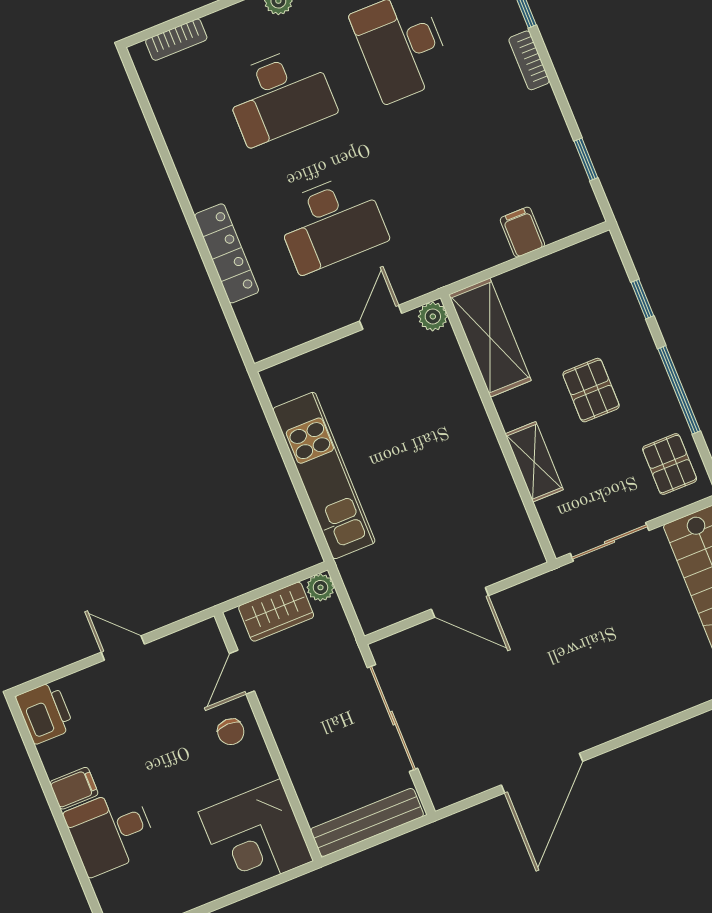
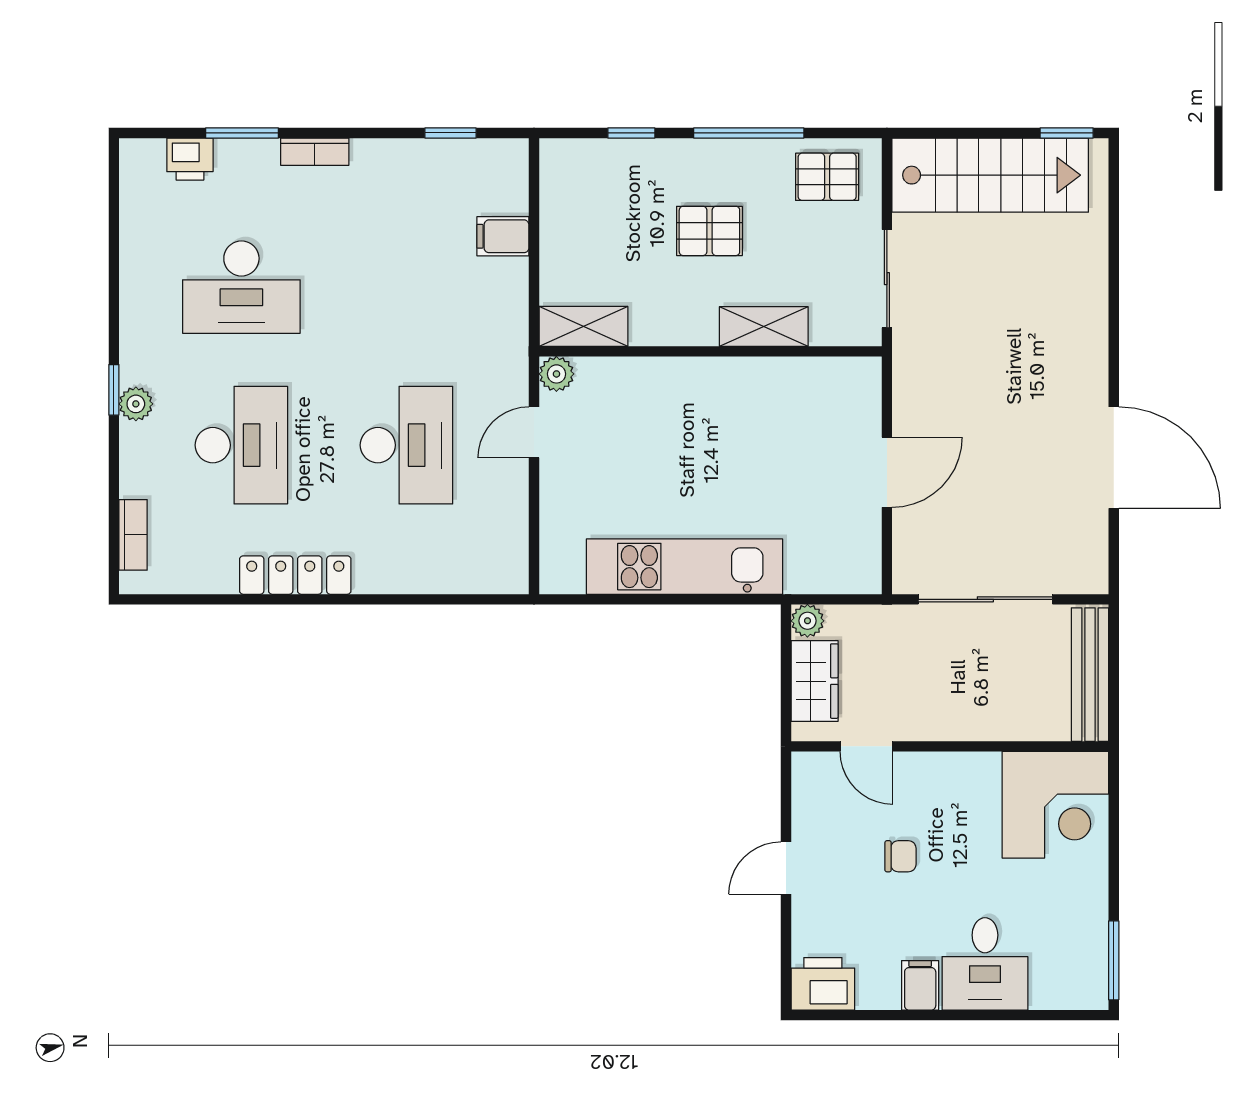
locker: (227, 253) -> (295, 575), moved
door: (381, 317) -> (534, 432), hinge flipped
shelving: (490, 338) -> (583, 326), width x0.67, depth x0.75
chair: (231, 732) -> (901, 856), moved

